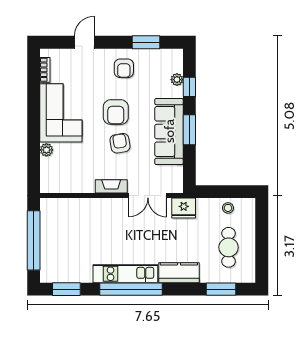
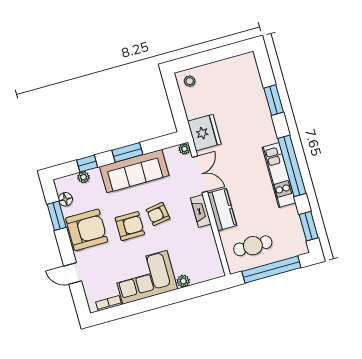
floor lamp: (160, 56) -> (65, 199), added
armchair: (124, 68) -> (87, 230), width x1.88, depth x1.88
plant: (177, 187) -> (184, 149), added
fridge: (184, 208) -> (204, 133), width x1.36, depth x1.34
stool: (228, 208) -> (190, 81), moved
cafe table: (229, 247) -> (253, 246), moved
kitchen counter: (179, 273) -> (222, 209), moved, turned 180
window: (221, 289) -> (274, 100), moved

